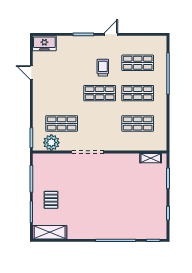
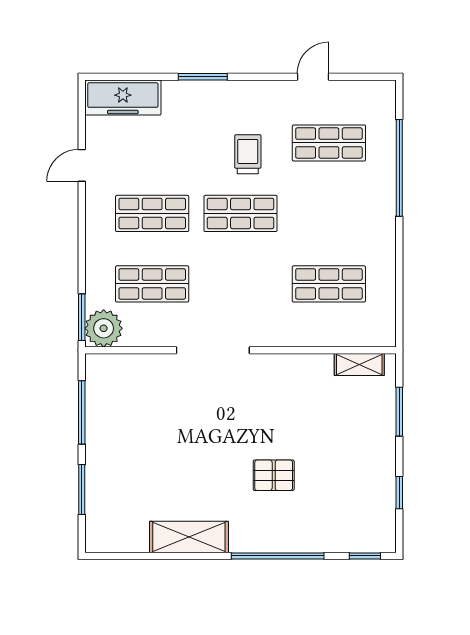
door: (111, 34) -> (313, 77), moved
freezer: (44, 43) -> (123, 98), width x1.40
door: (31, 72) -> (82, 165), hinge flipped
shop shelf: (138, 93) -> (152, 213), moved
plant: (51, 143) -> (104, 328), moved
pallet: (51, 200) -> (274, 475), moved, turned 90
shelving: (50, 232) -> (189, 537), moved

